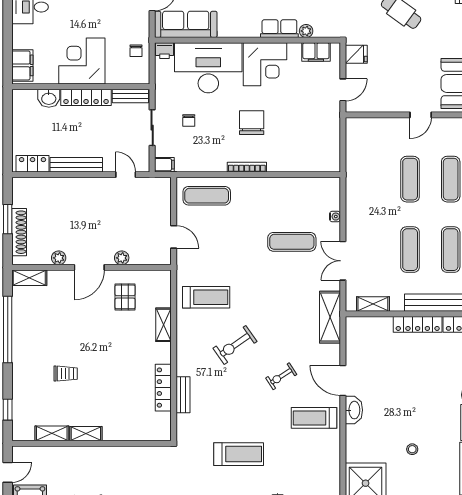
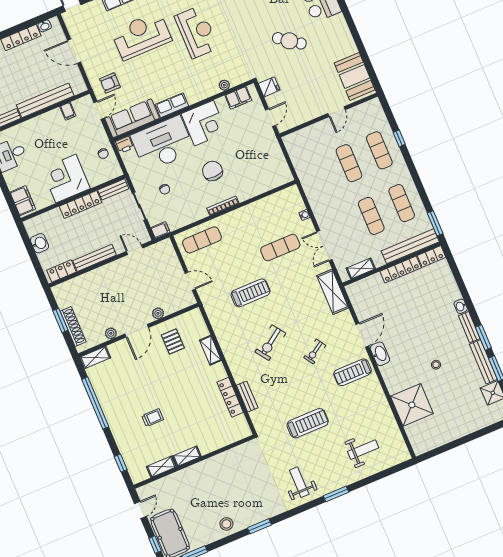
row of seats: (279, 29) -> (172, 105), moved
washbasin: (49, 98) -> (40, 243), moved, turned -90
treadmill: (206, 297) -> (250, 293), moved
door: (343, 380) -> (362, 335), swing flipped

